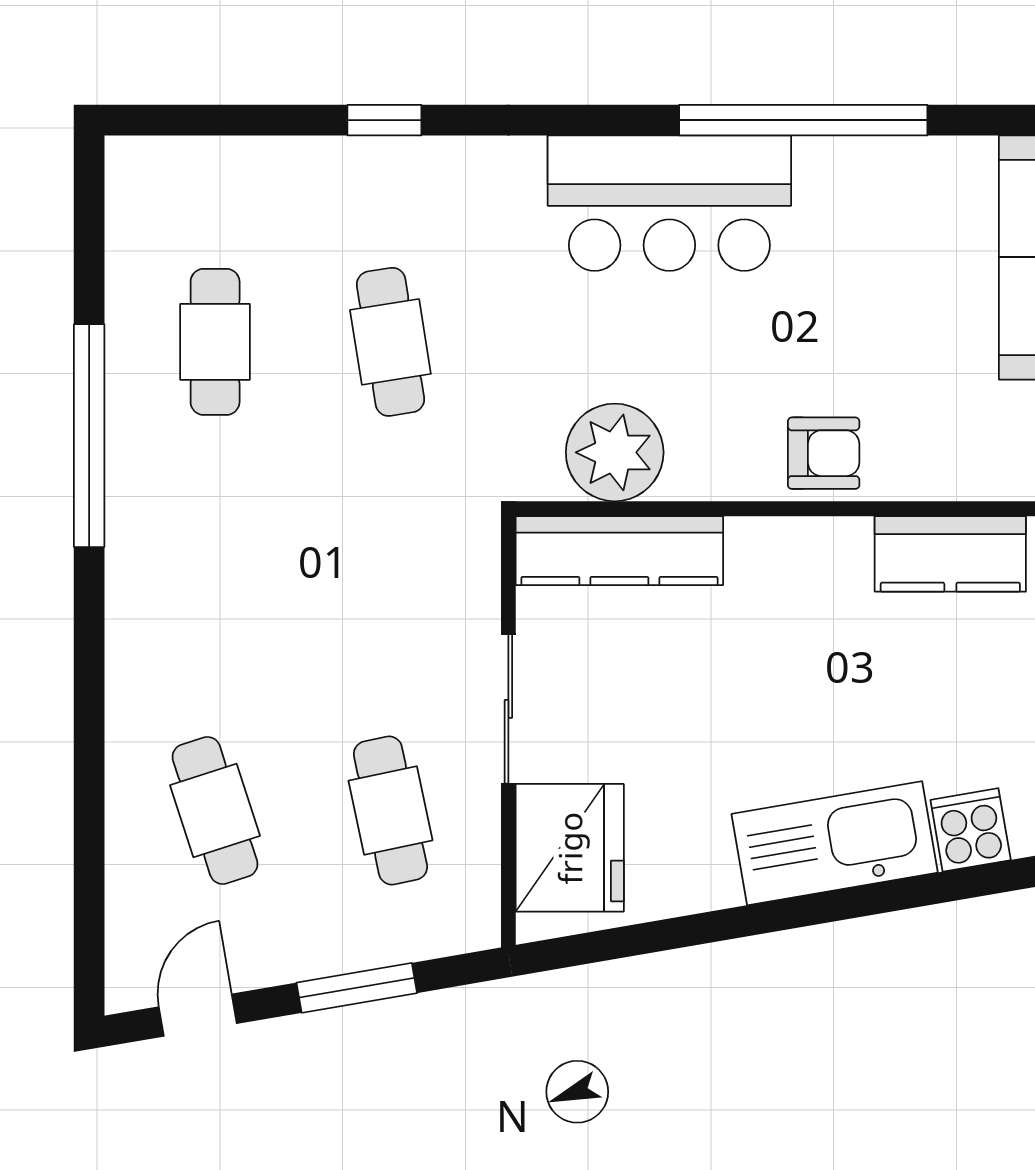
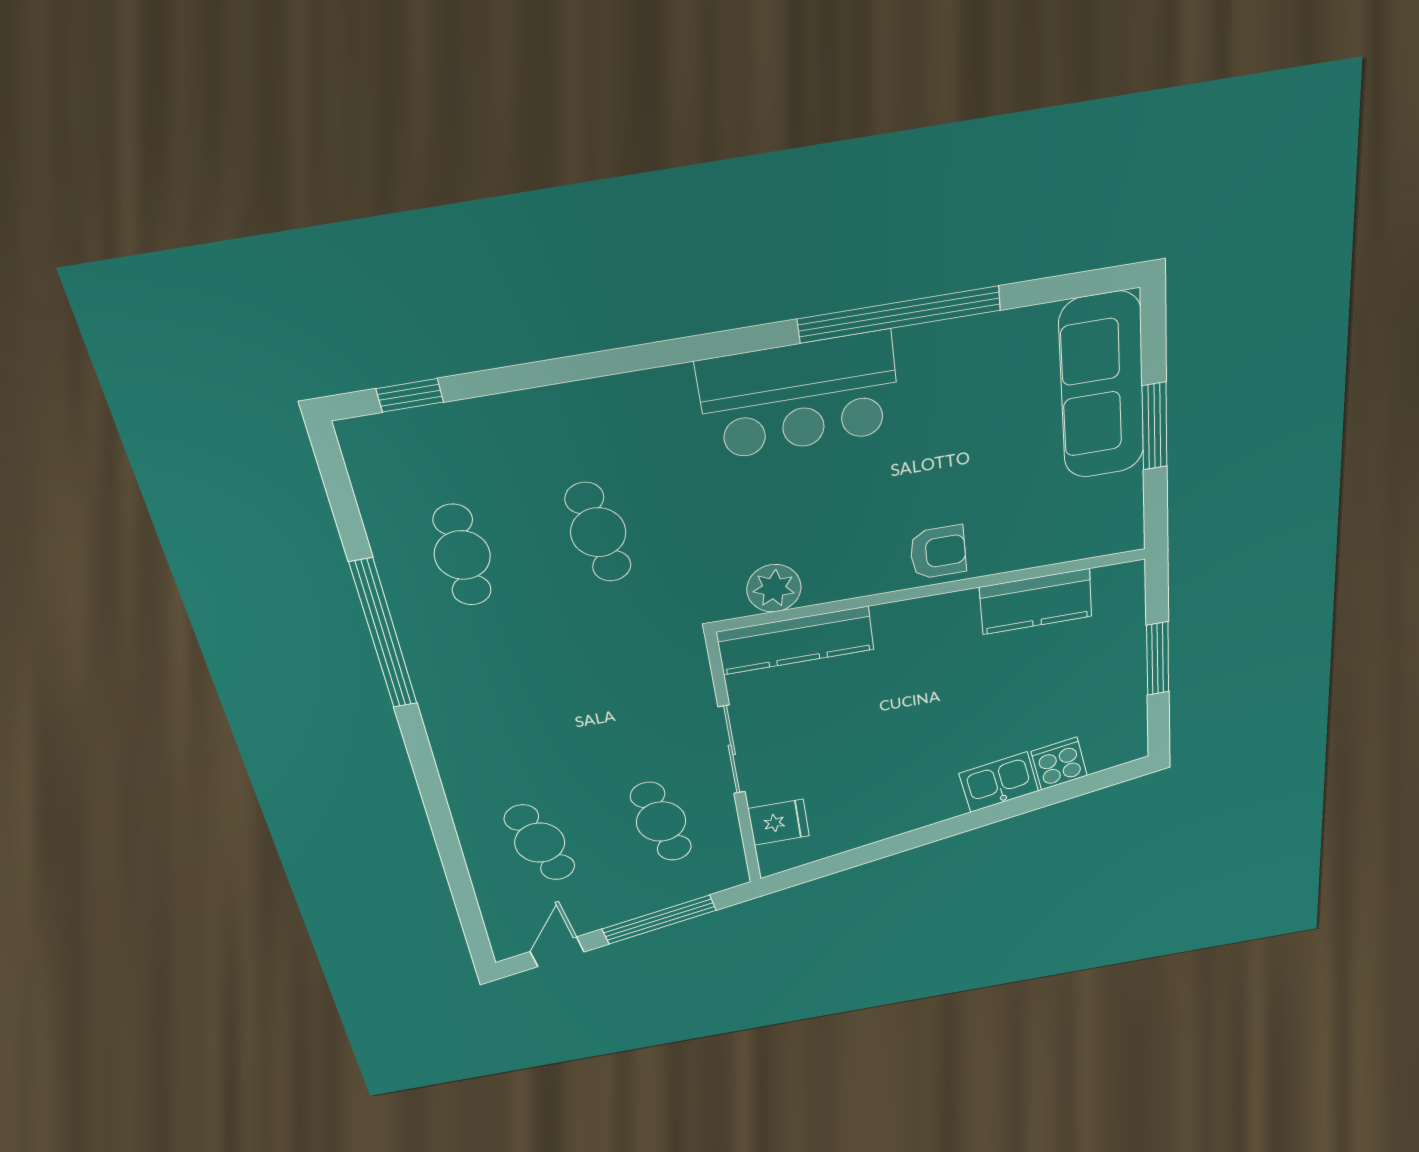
window: (384, 120) -> (410, 395), moved
plant: (615, 452) -> (774, 588), width x0.73, depth x0.73
kitchen sink: (835, 843) -> (999, 782), width x0.53, depth x0.81
fridge: (570, 848) -> (779, 822), width x0.53, depth x0.75
window: (357, 988) -> (659, 920), width x1.44

